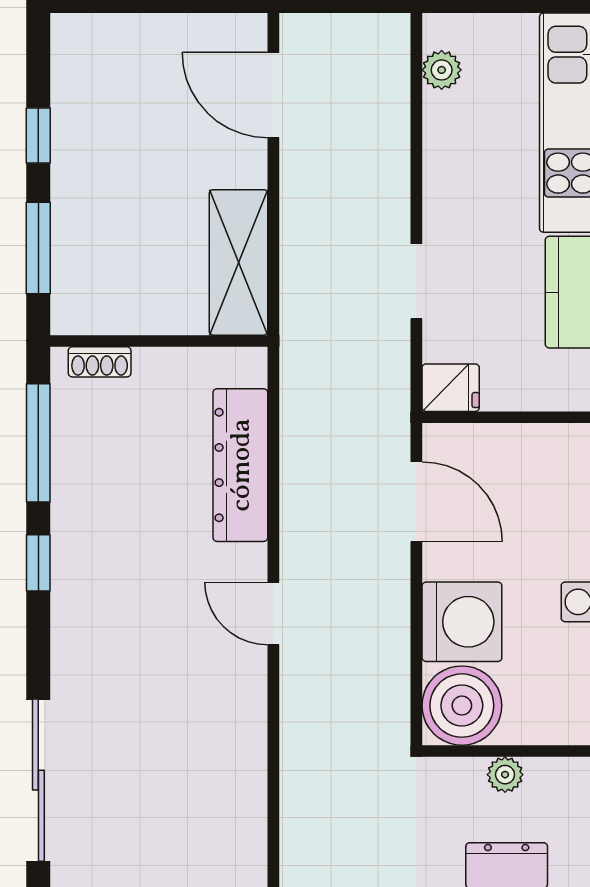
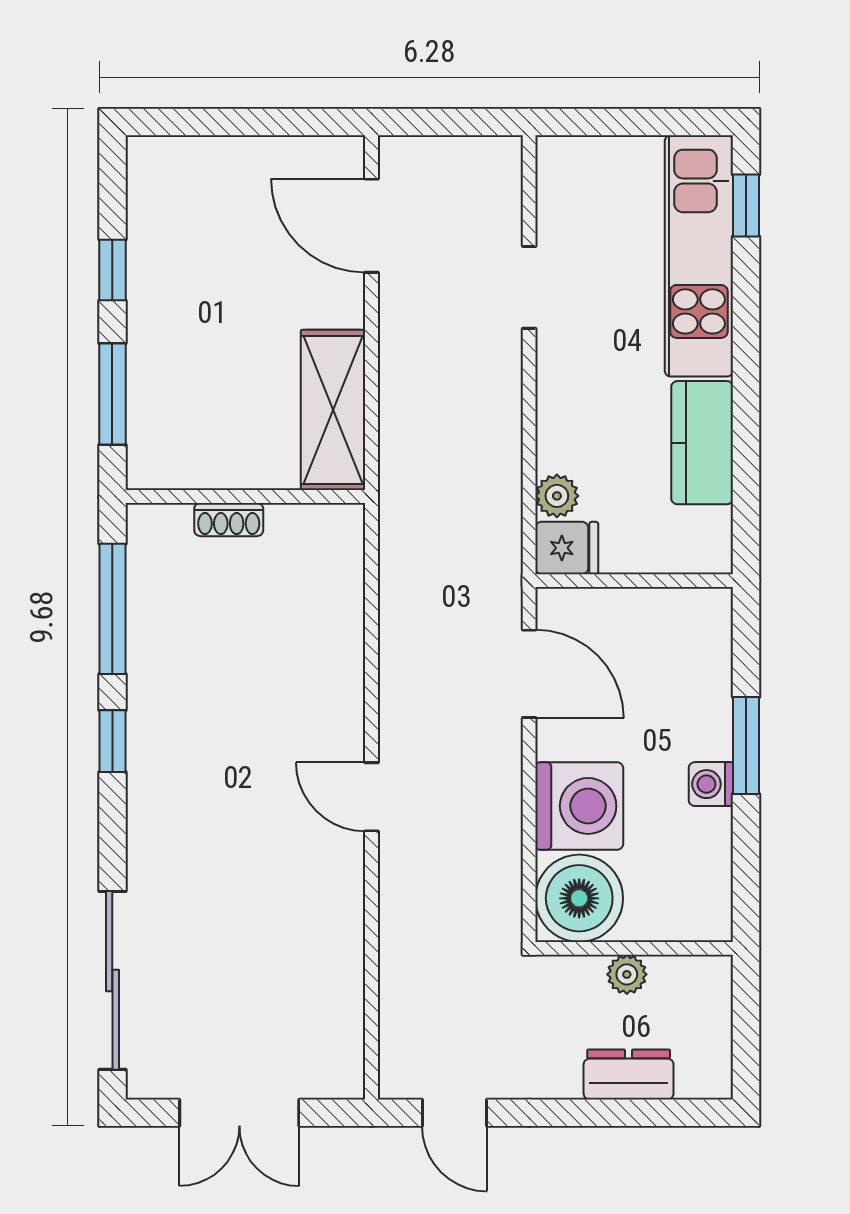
plant: (442, 70) -> (557, 496), moved
doorway: (416, 281) -> (529, 287), moved
shoe rack: (100, 362) -> (229, 520), moved
dresser: (240, 465) -> (335, 633), removed

